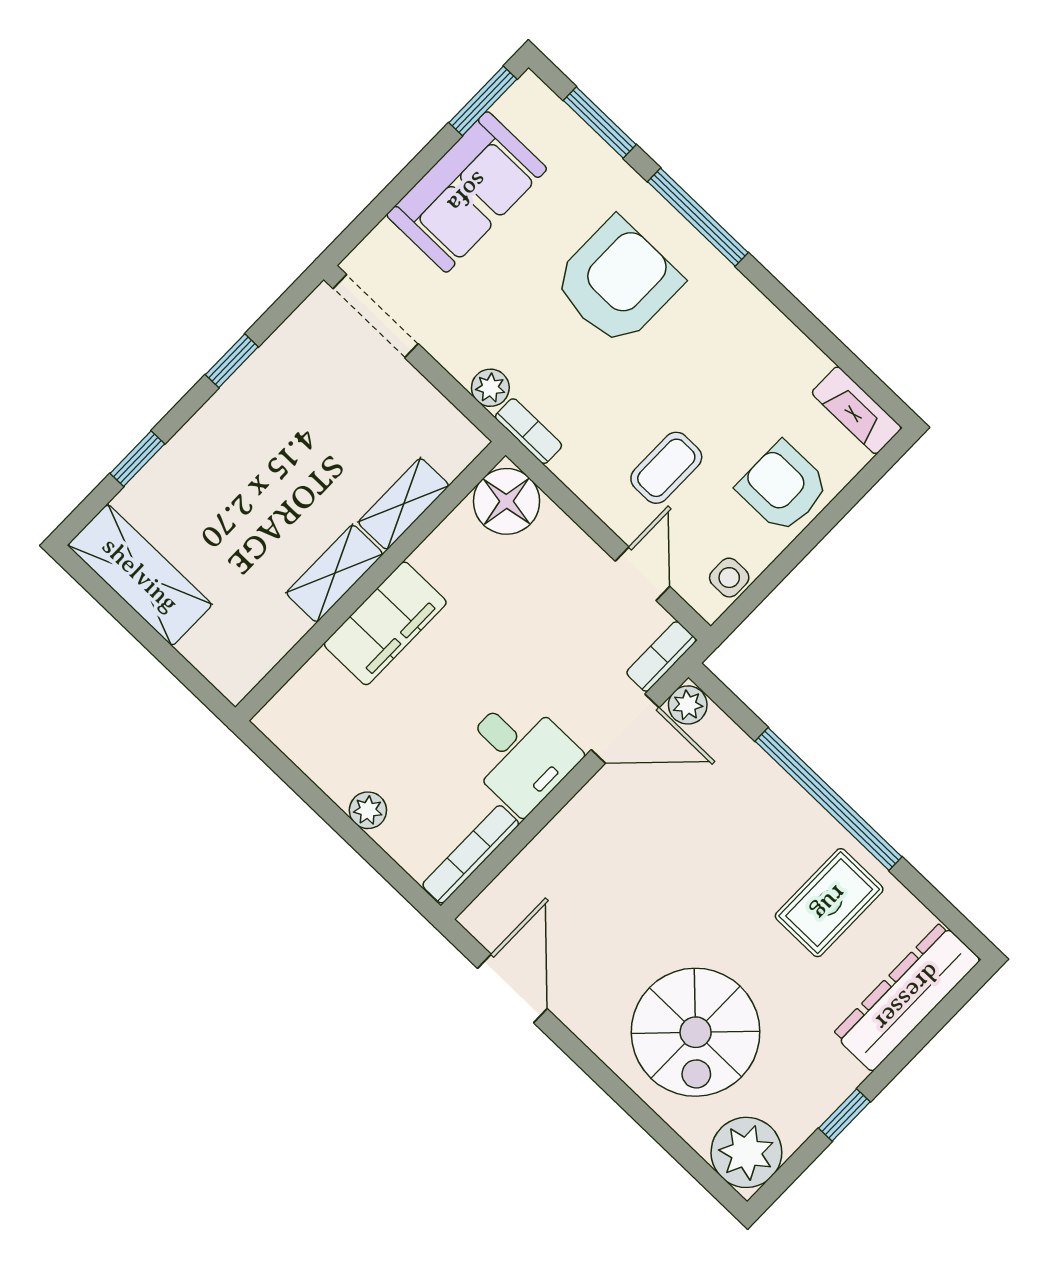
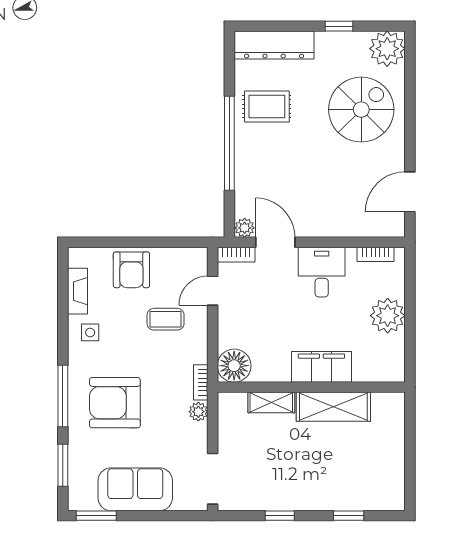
fireplace: (857, 410) -> (78, 291), moved
shelving: (335, 573) -> (333, 407), width x1.50, depth x1.33
shelving: (140, 575) -> (390, 474), removed
side table: (729, 578) -> (90, 332), moved
plant: (368, 810) -> (388, 316), width x1.88, depth x1.88
bookcase: (471, 854) -> (376, 254), width x0.64

